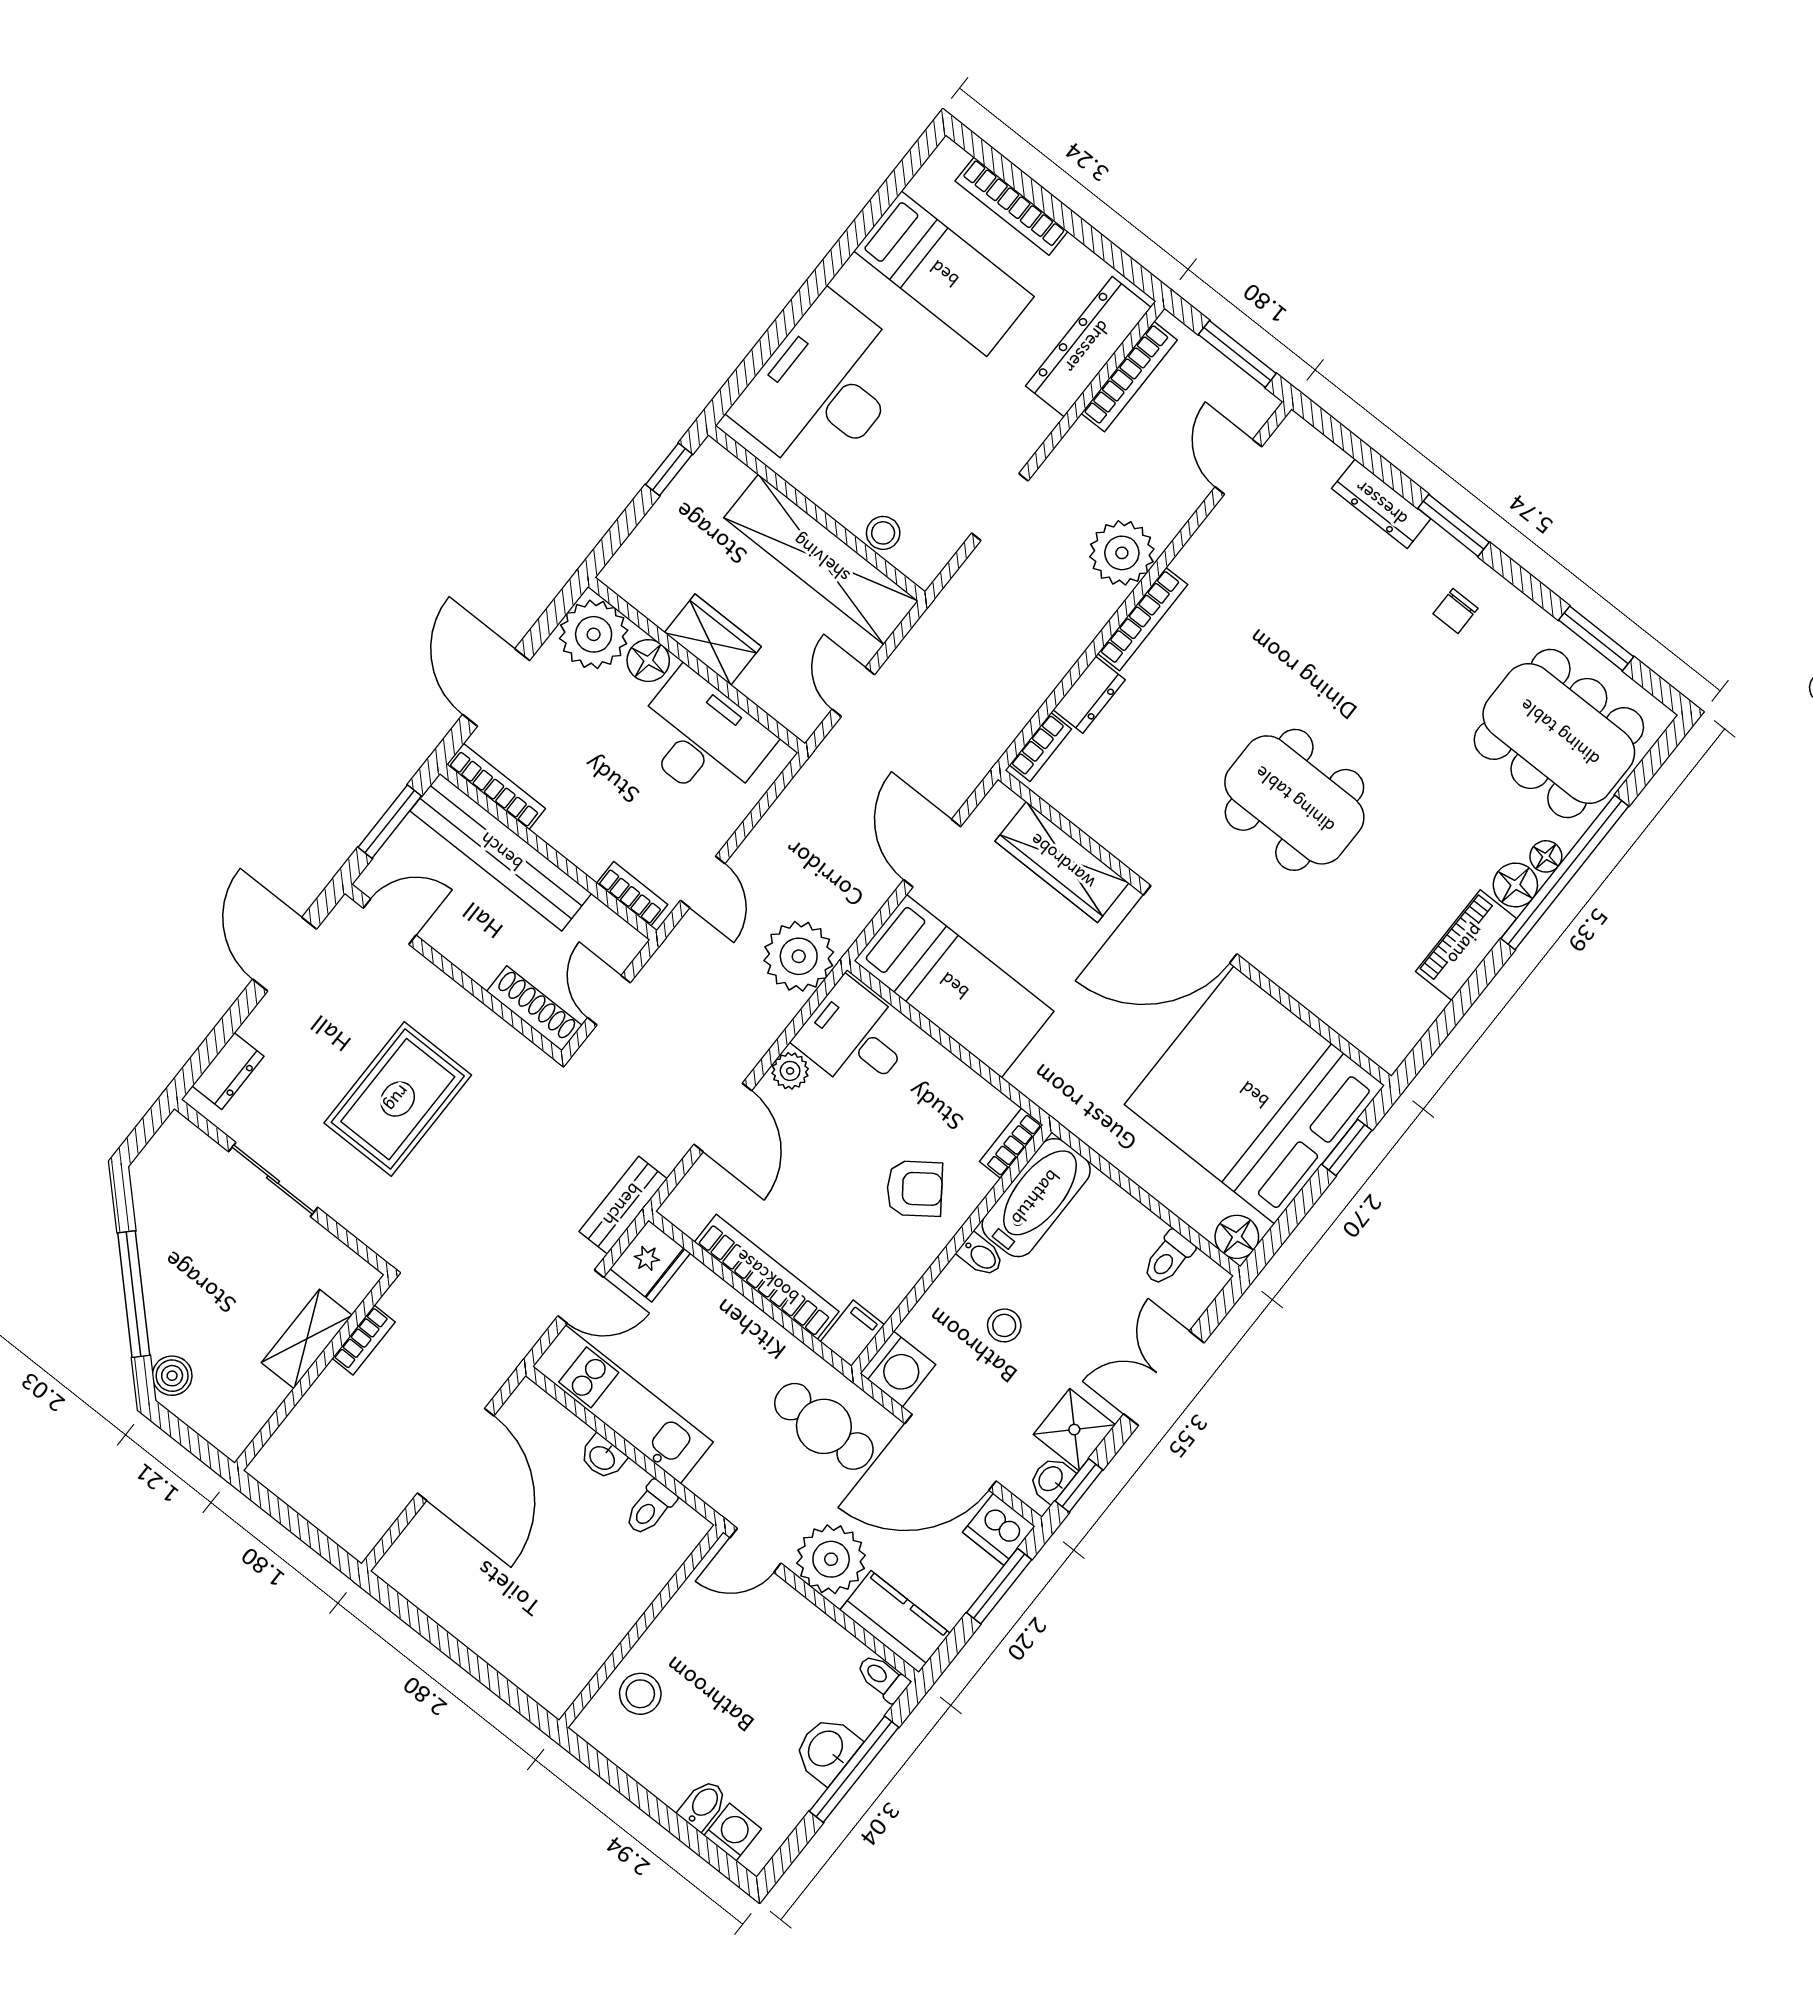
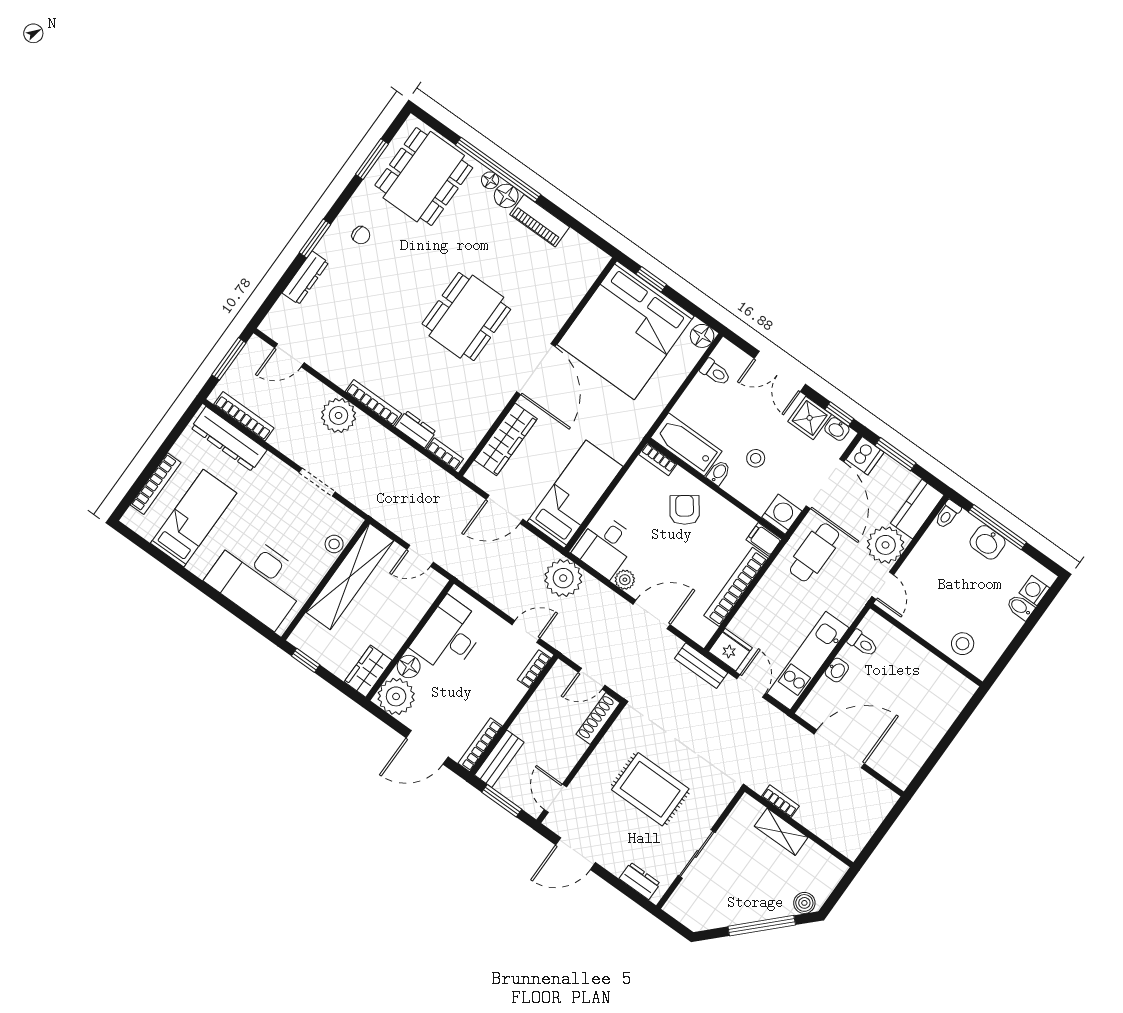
wardrobe: (713, 640) -> (368, 671), moved
bench: (501, 852) -> (499, 759), width x0.54, depth x0.82

